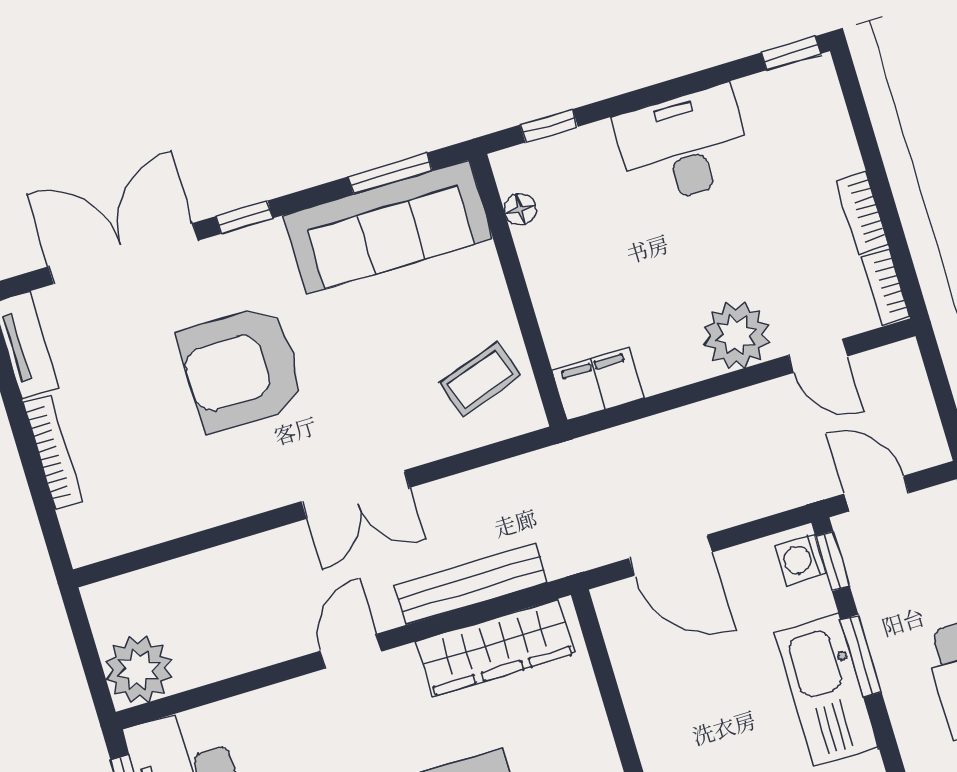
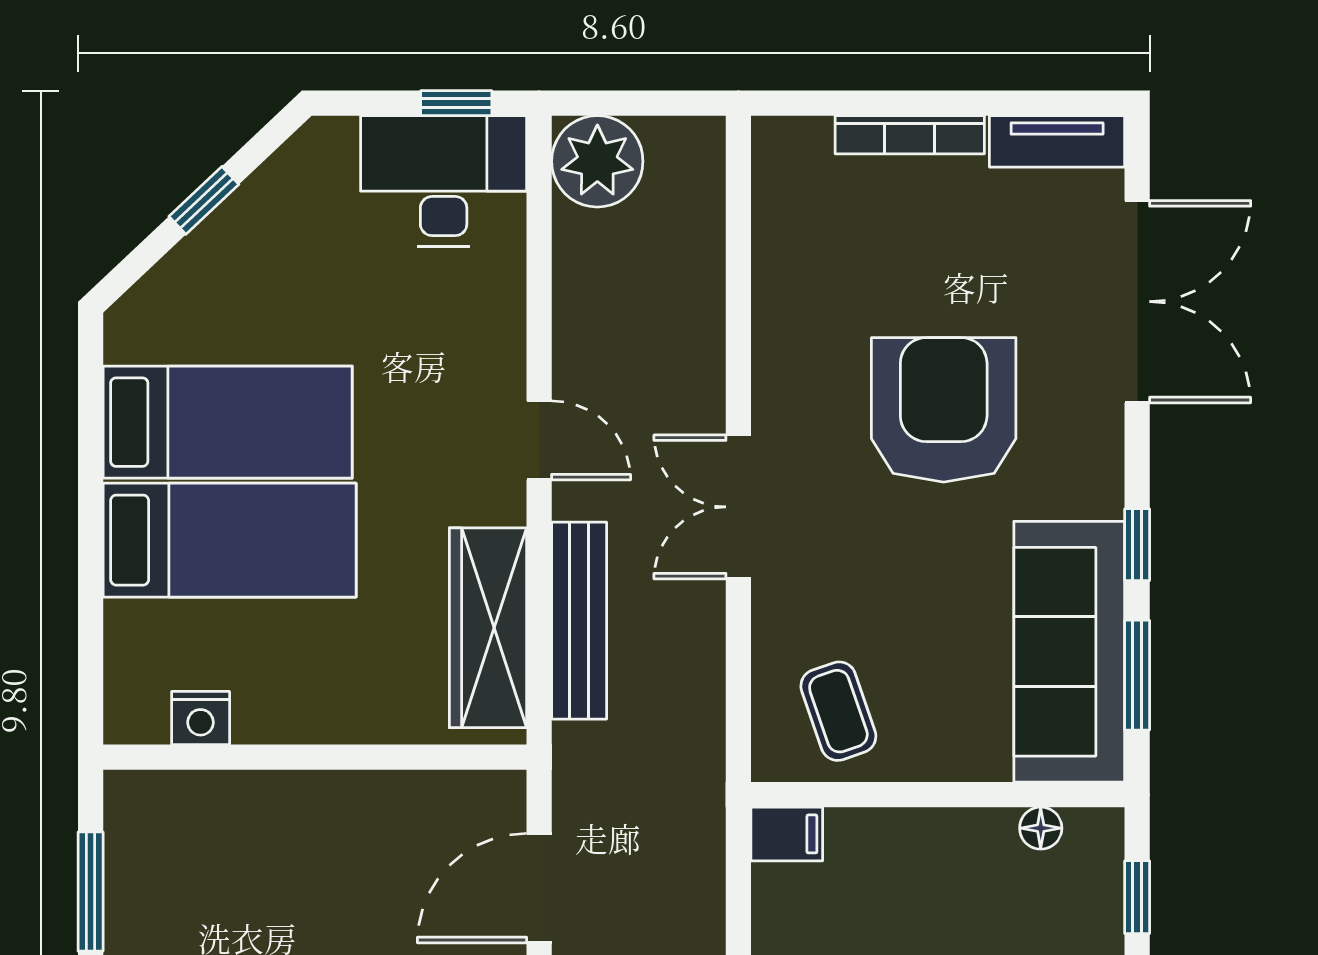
window: (244, 217) -> (1137, 545), moved
filing cabinet: (598, 384) -> (787, 834), width x0.50

